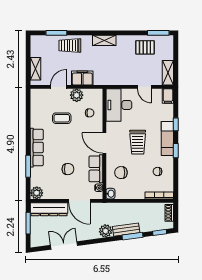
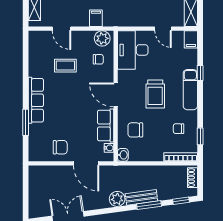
filing cabinet: (82, 78) -> (96, 18), width x0.50
door: (59, 87) -> (61, 29), swing flipped
plant: (77, 95) -> (102, 38), moved
window: (176, 151) -> (200, 136), moved
chair: (68, 169) -> (60, 147), moved
plant: (37, 193) -> (36, 154), removed
dresser: (49, 209) -> (50, 173), removed
window: (28, 223) -> (26, 190), removed

